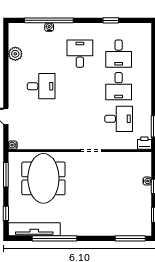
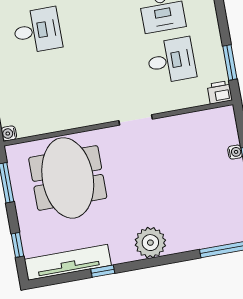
plant: (86, 226) -> (150, 243), added
window: (54, 238) -> (103, 271), width x0.32

